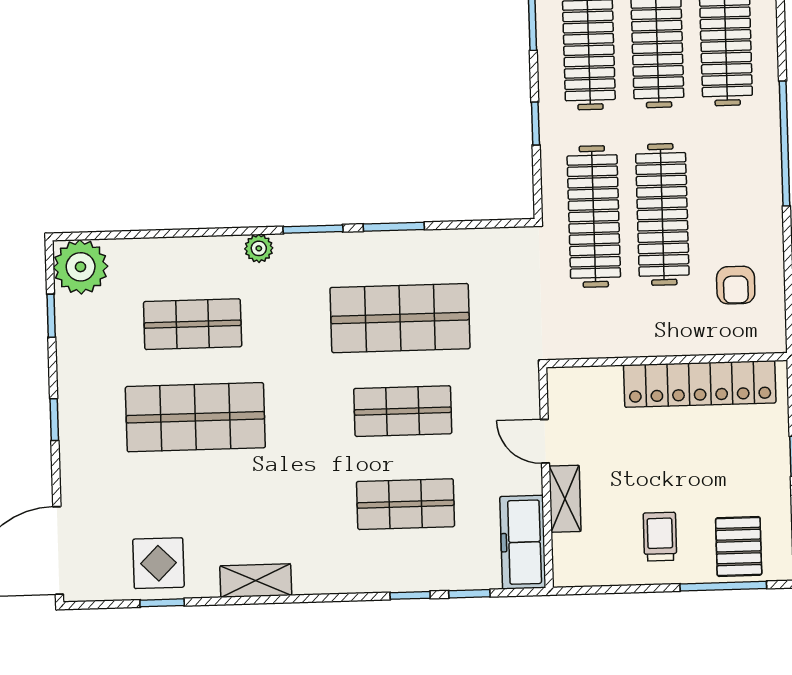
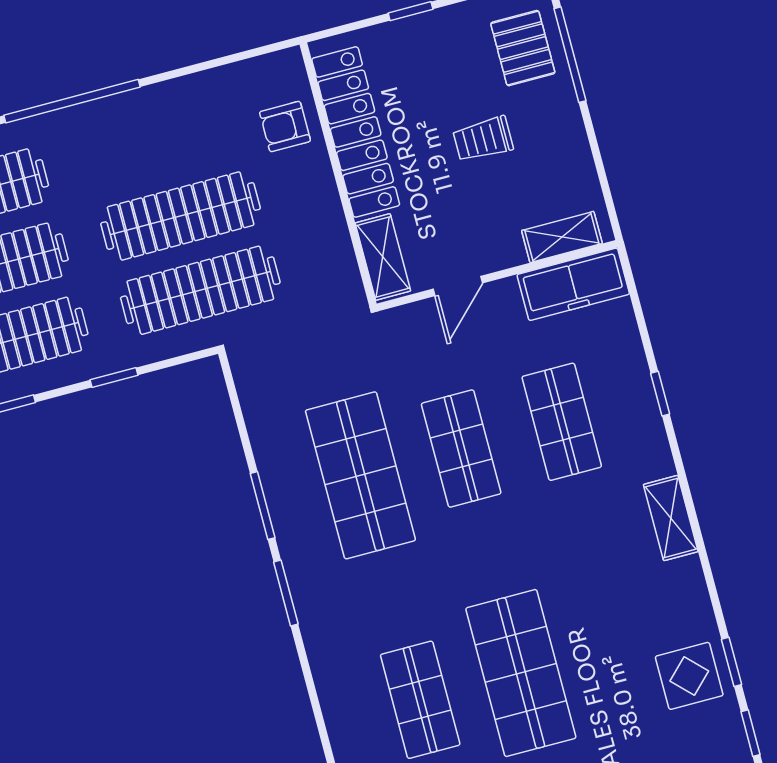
plant: (259, 248) -> (321, 647), removed
armchair: (736, 285) -> (285, 127), moved, turned 180
shelving: (585, 382) -> (383, 257), added
shelving: (565, 499) -> (562, 237), moved
trolley: (660, 537) -> (483, 139), moved
pallet: (739, 547) -> (523, 48), turned 90
shelving: (256, 581) -> (671, 518), moved
window: (469, 594) -> (750, 733), moved

